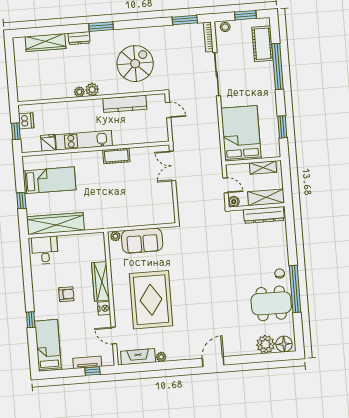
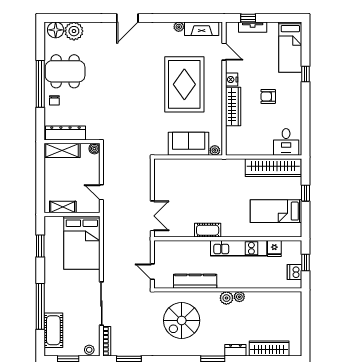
shelving: (266, 197) -> (62, 150), moved
boiler: (234, 202) -> (94, 149), moved
wall: (257, 207) -> (72, 142), moved
dresser: (264, 215) -> (65, 133), moved

